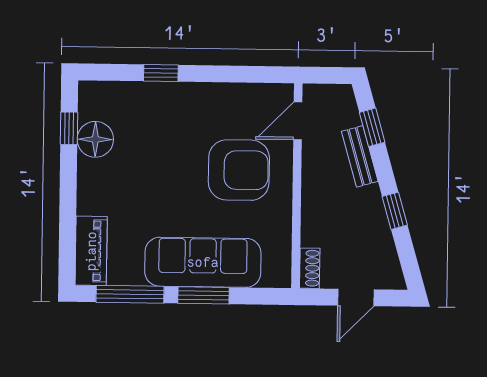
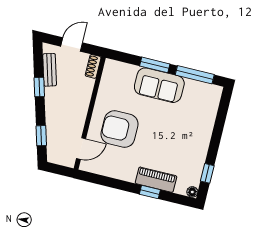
floor lamp: (95, 139) -> (192, 192), moved, width x0.53, depth x0.53
bench: (360, 156) -> (50, 70), moved
piano: (91, 251) -> (156, 180), moved, turned 90
sofa: (203, 262) -> (159, 85), width x0.73

